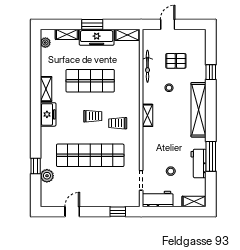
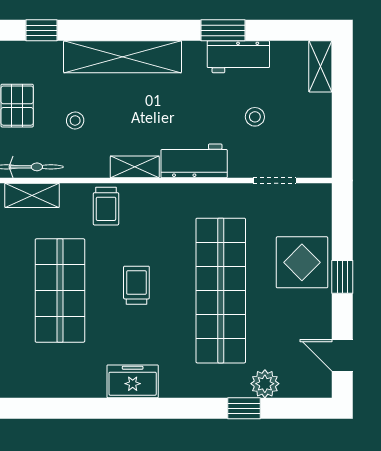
shelving: (46, 89) -> (32, 195), moved
trolley: (118, 123) -> (106, 206), moved
window: (211, 156) -> (223, 30), width x0.69
display table: (103, 193) -> (302, 262), added
workbench: (158, 199) -> (194, 161), moved, turned 90
door: (72, 212) -> (342, 355), moved
window: (118, 212) -> (342, 277), moved

